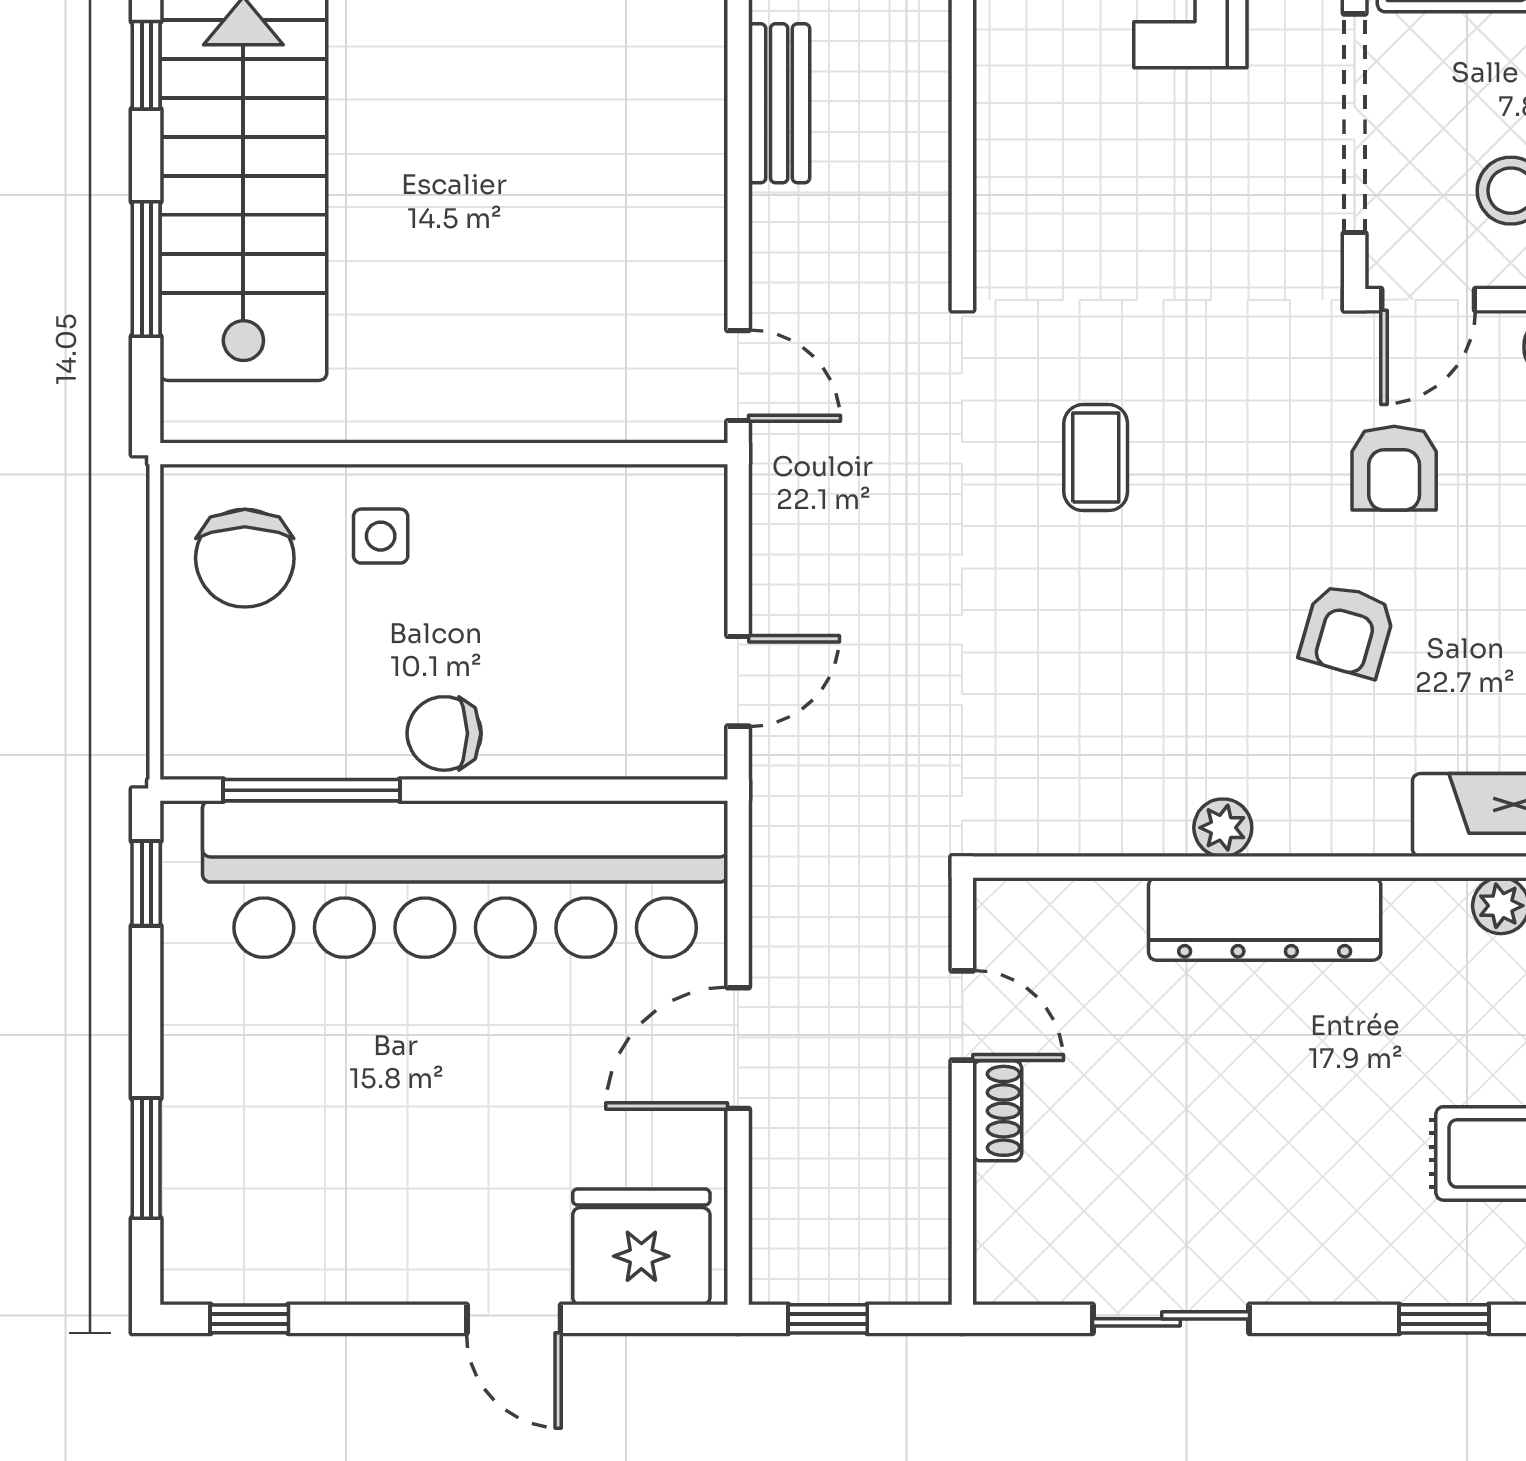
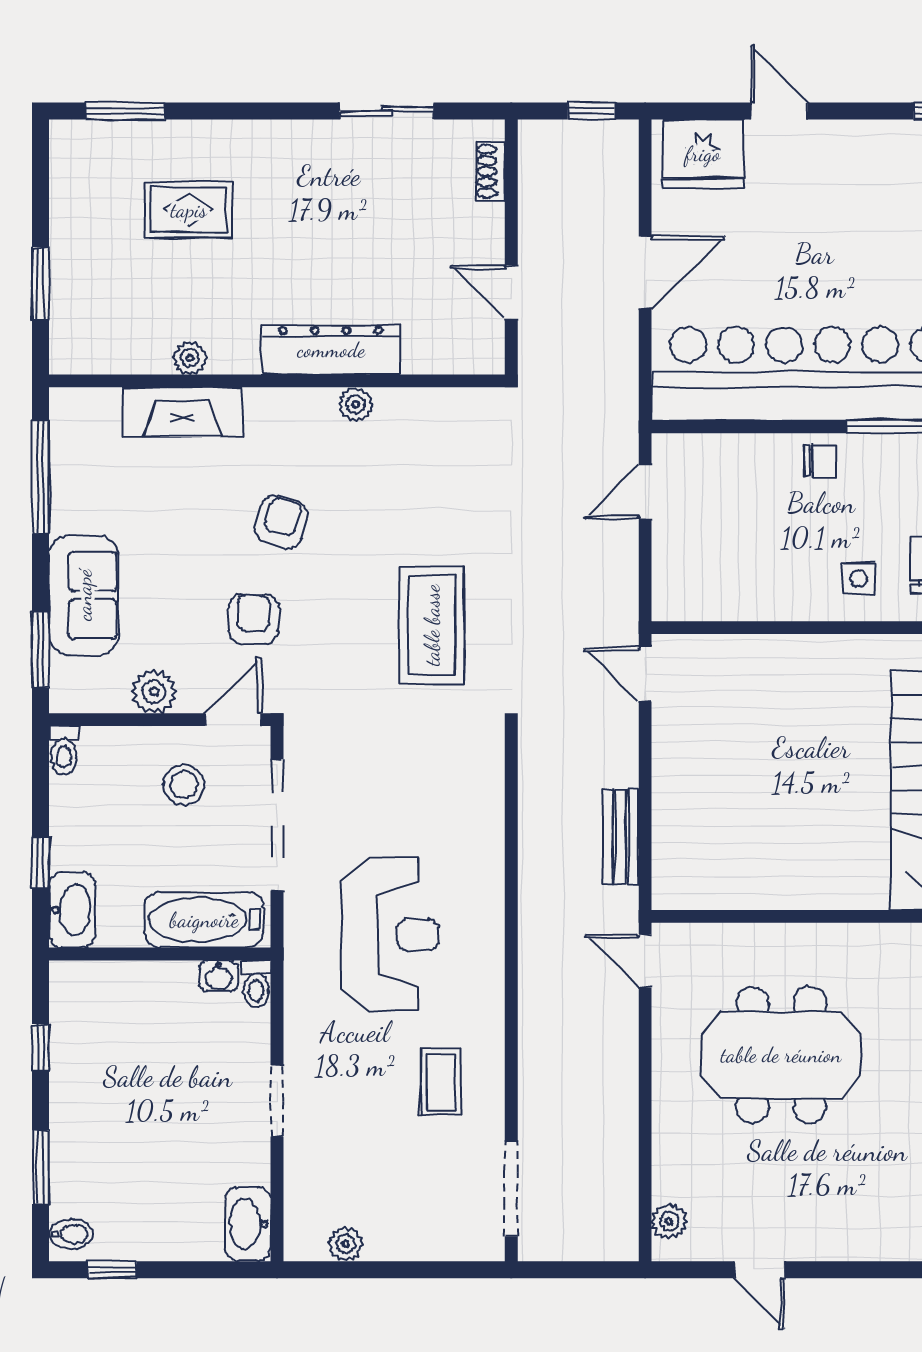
coffee table: (1096, 458) -> (432, 625), width x1.86, depth x1.72
chair: (444, 733) -> (821, 461), width x0.73, depth x0.73
shoe rack: (997, 1111) -> (490, 171), moved
window: (1444, 1319) -> (224, 111), removed

